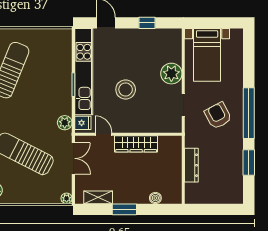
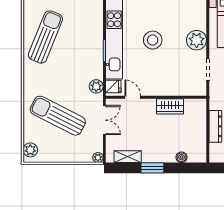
stool: (126, 89) -> (153, 40), moved
wardrobe: (136, 144) -> (170, 106), width x0.67

